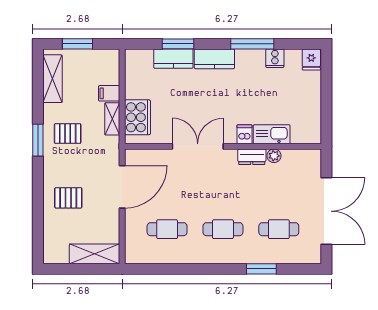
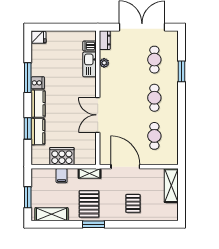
cooker: (275, 58) -> (38, 83), moved
cooker: (137, 117) -> (62, 156), moved
shelving: (112, 119) -> (90, 173), moved
pallet: (68, 134) -> (89, 204), width x1.50, depth x1.42
dishwasher: (245, 134) -> (90, 46), moved
dresser: (252, 157) -> (105, 40), moved

